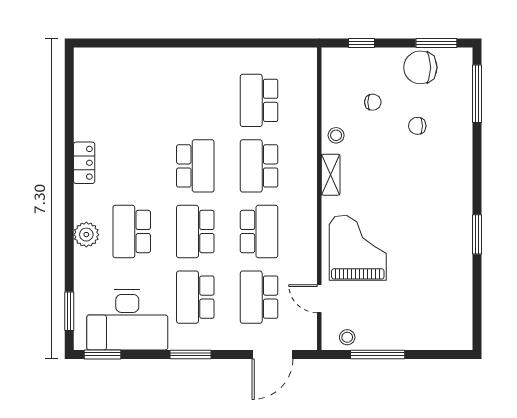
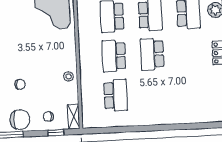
chair: (373, 102) -> (48, 116), moved
school desk: (259, 166) -> (114, 56), turned 180
shelving: (331, 175) -> (74, 117), moved

